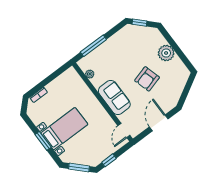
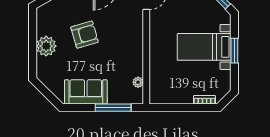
window: (140, 23) -> (50, 96), removed
sofa: (114, 97) -> (86, 92), moved, turned 90

